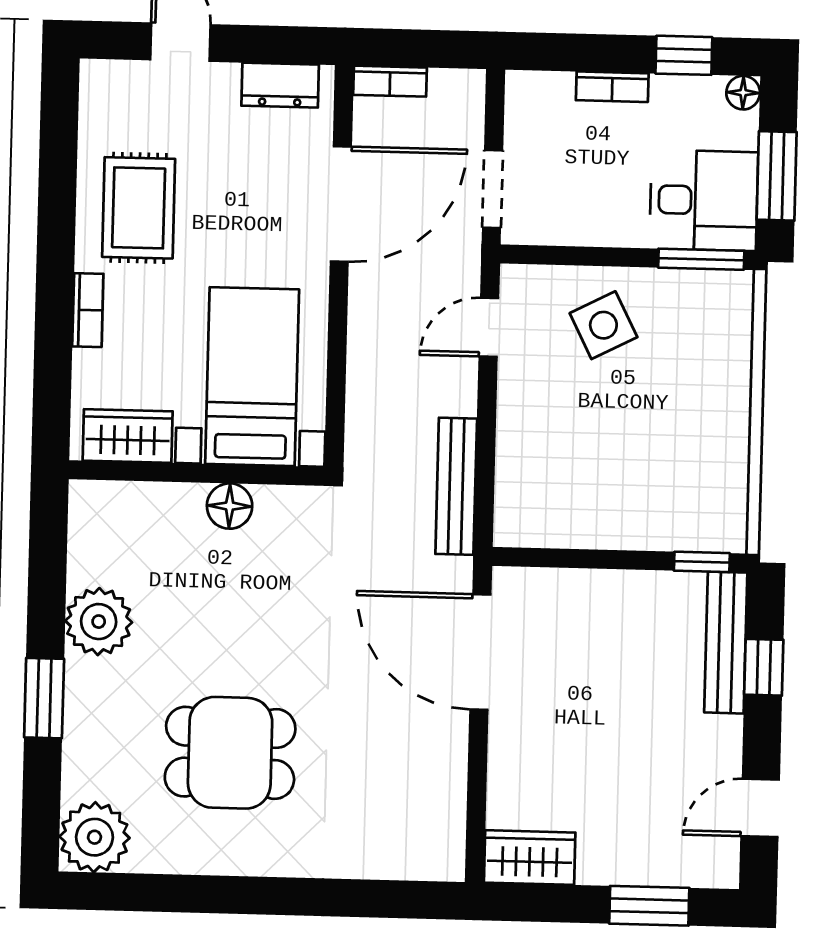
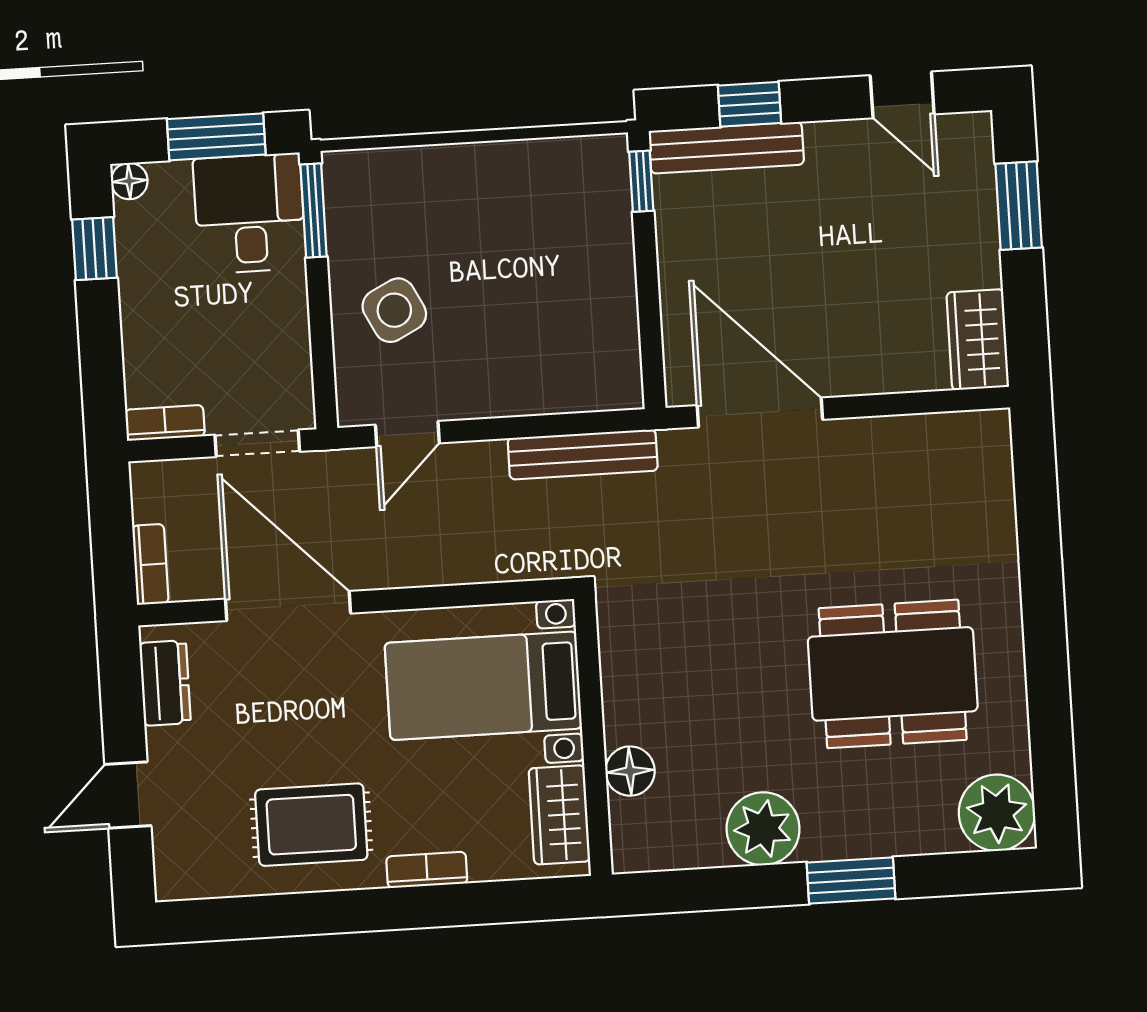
bookcase: (612, 87) -> (165, 423), moved, turned -90
door: (489, 327) -> (407, 434), hinge flipped
floor lamp: (230, 506) -> (630, 771), moved
door: (480, 652) -> (760, 412), swing flipped
dining table: (230, 753) -> (893, 674), width x1.38

